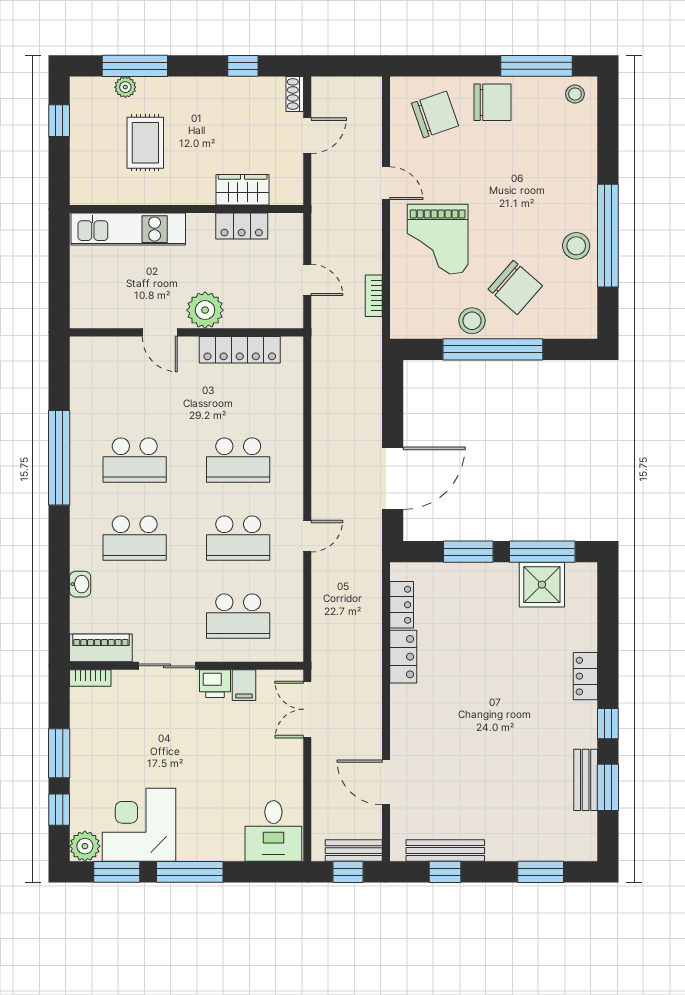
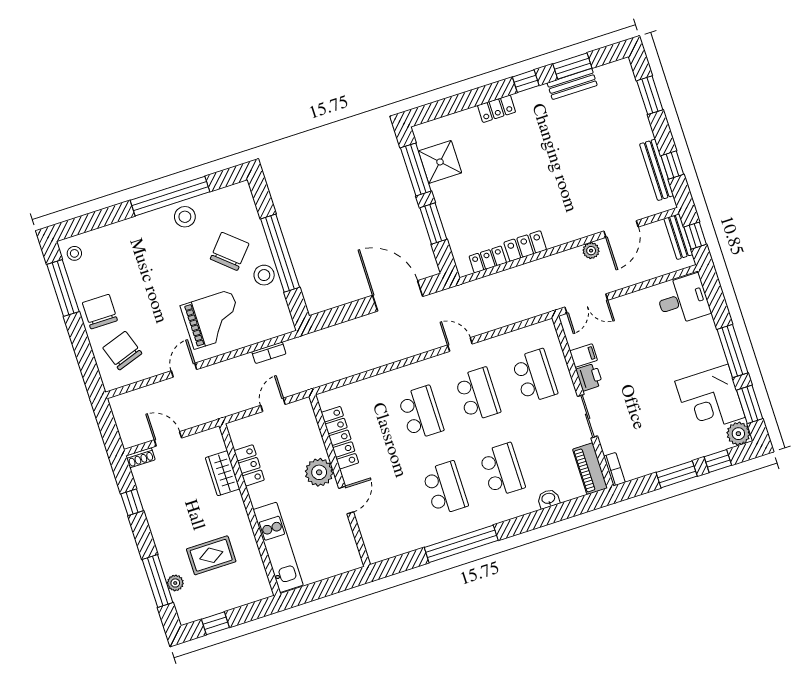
plant: (371, 737) -> (591, 251), added

